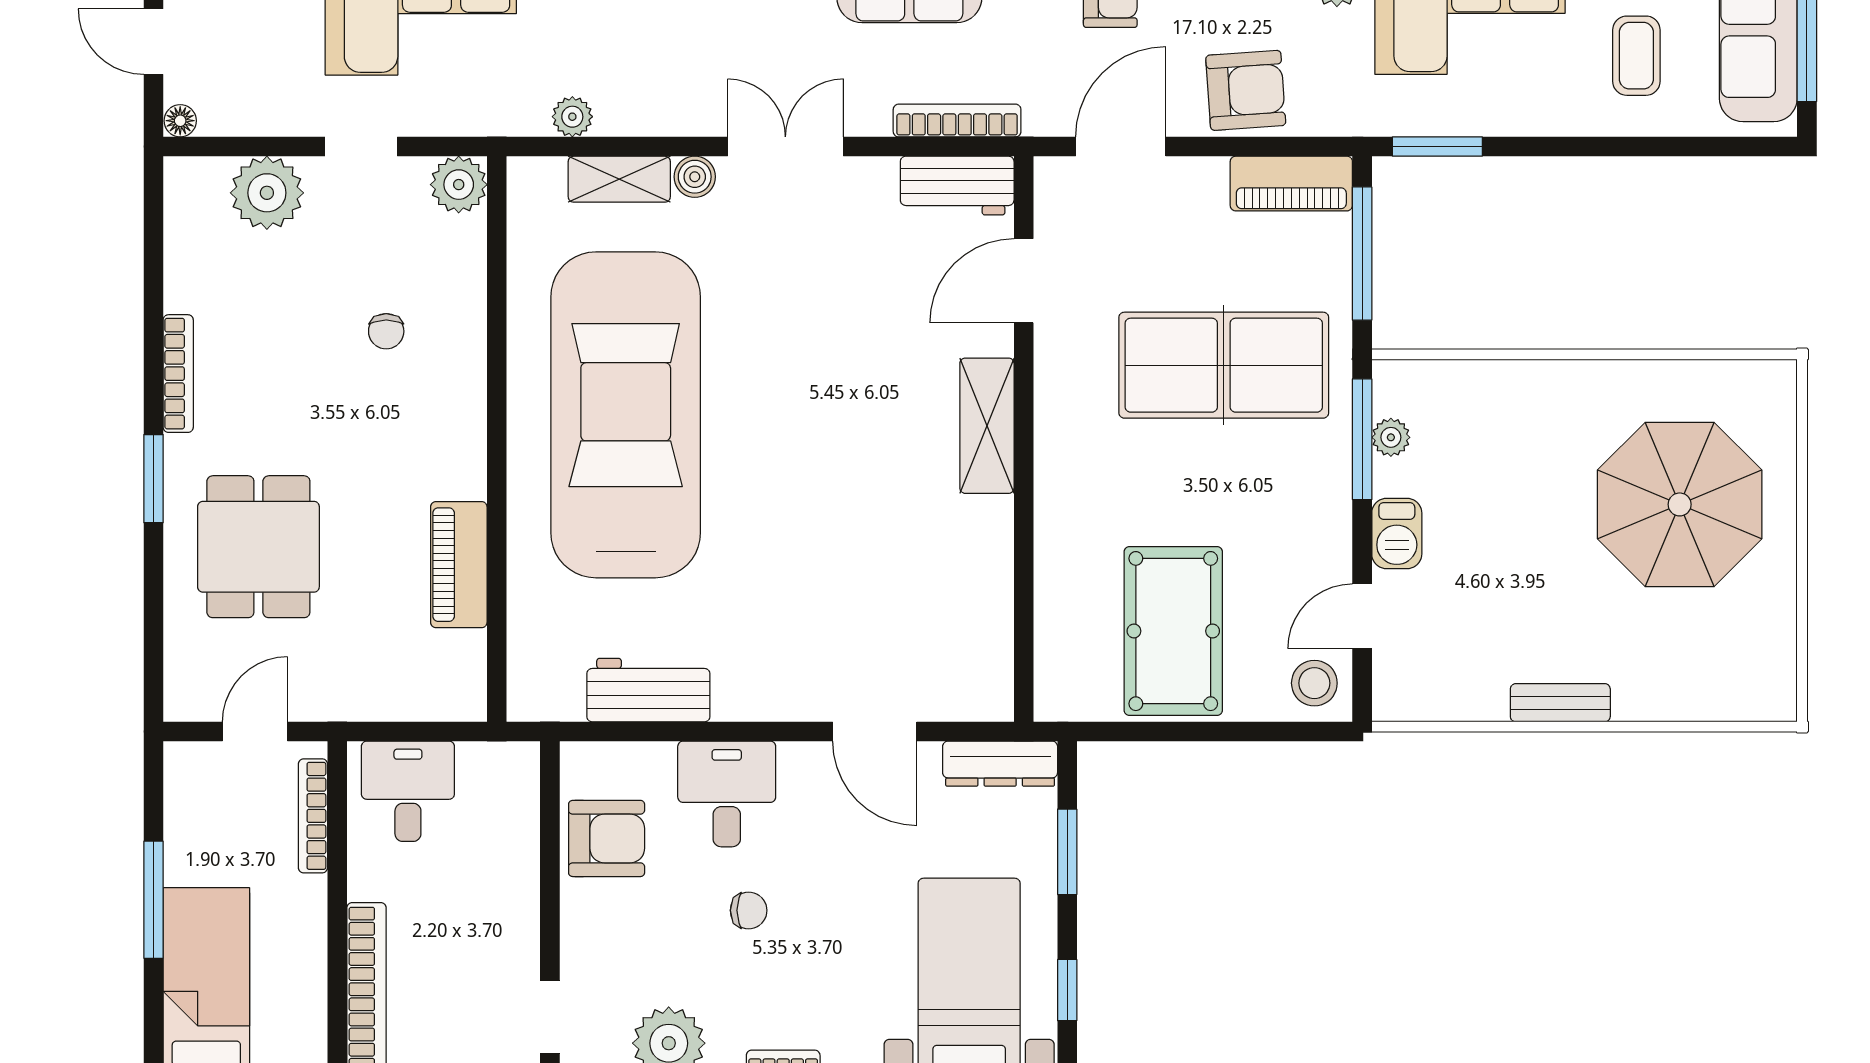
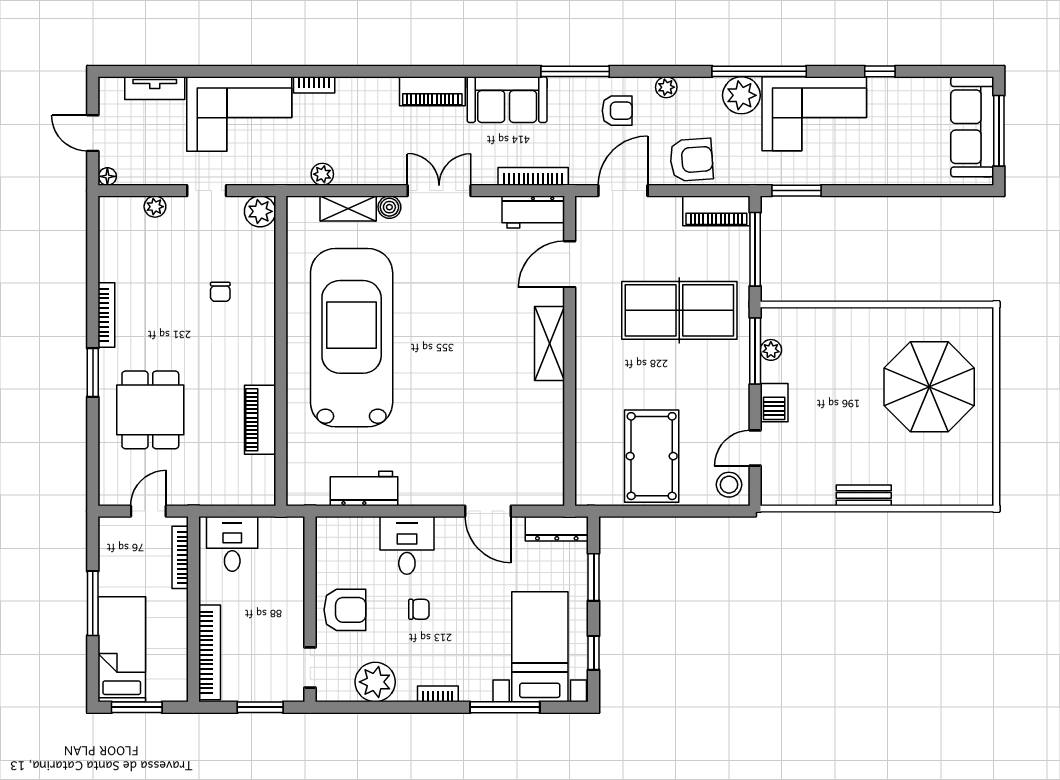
coffee table: (1636, 56) -> (905, 141), removed
plant: (267, 193) -> (155, 207), width x0.53, depth x0.53
armchair: (607, 838) -> (345, 610), moved

